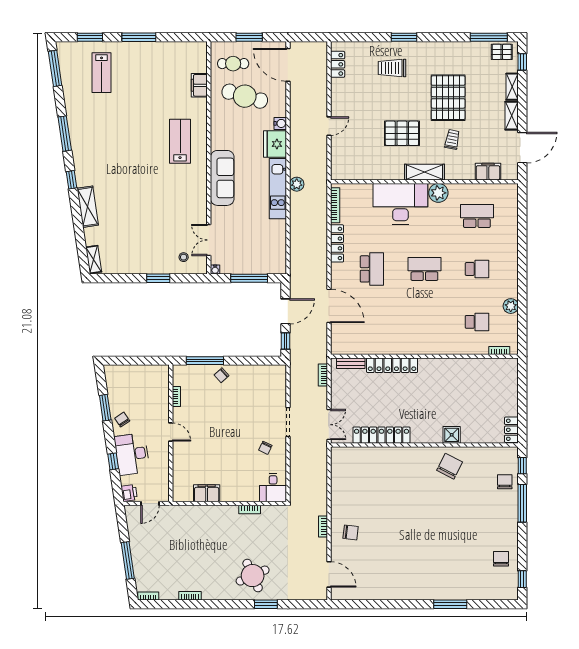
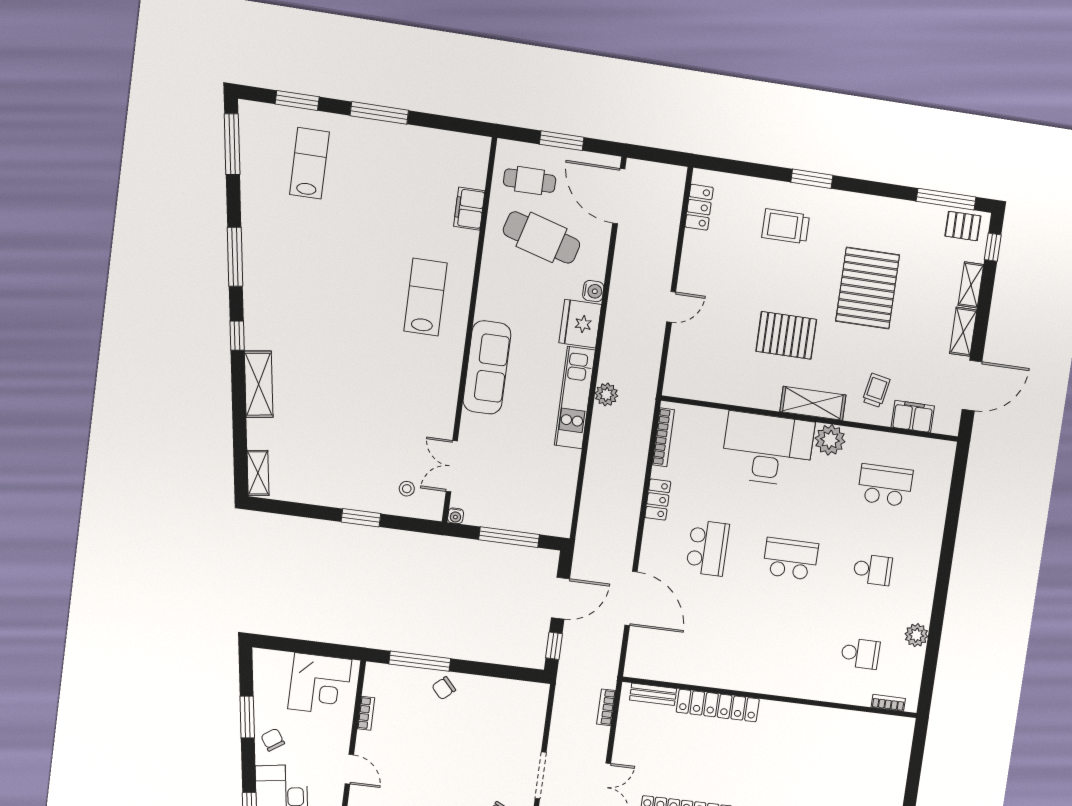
lab bench: (102, 73) -> (310, 163), turned 180
trolley: (452, 139) -> (876, 390), moved
locker: (337, 243) -> (658, 500), width x0.66
corner desk: (146, 382) -> (320, 684), added

